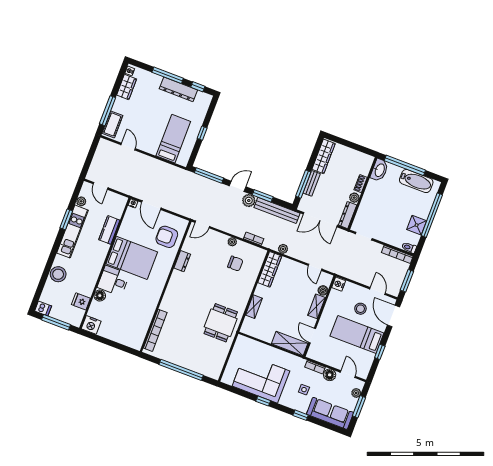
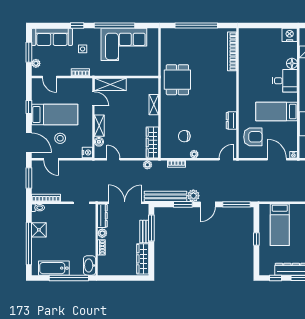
bed: (132, 258) -> (276, 111), width x0.67
floor lamp: (330, 375) -> (65, 70), removed
window: (263, 401) -> (114, 25), width x3.17

